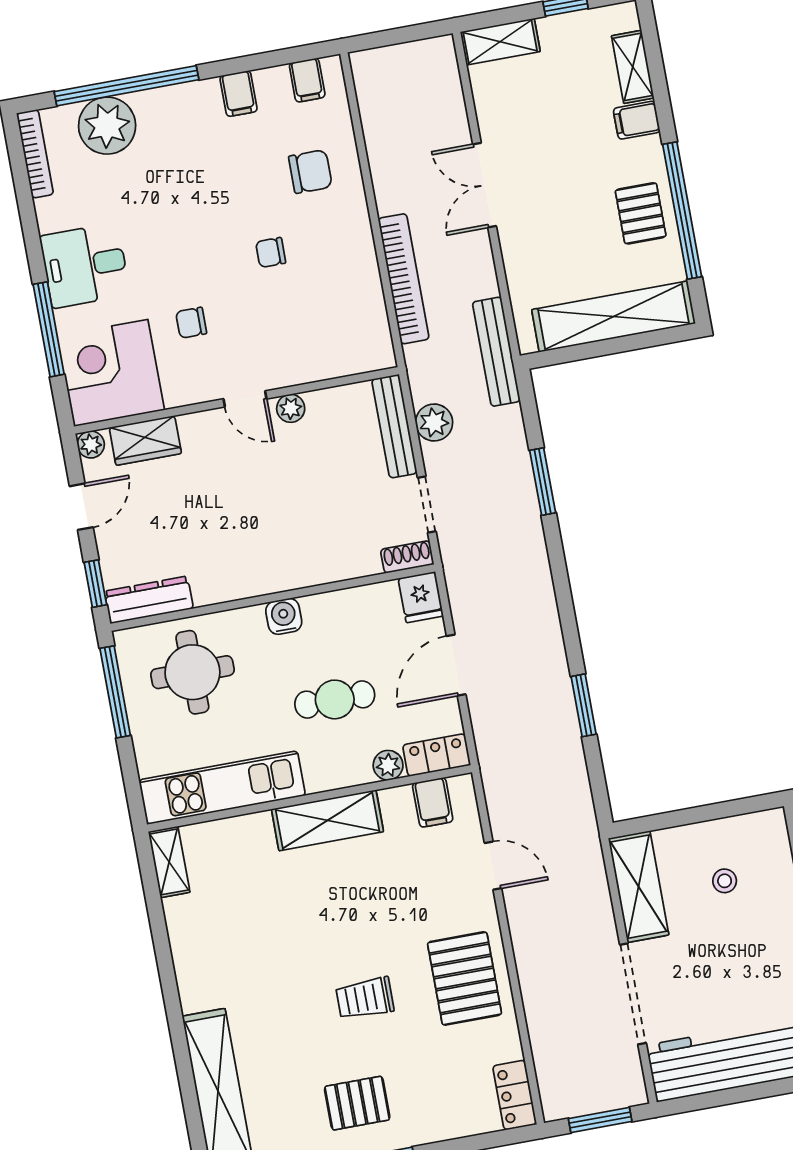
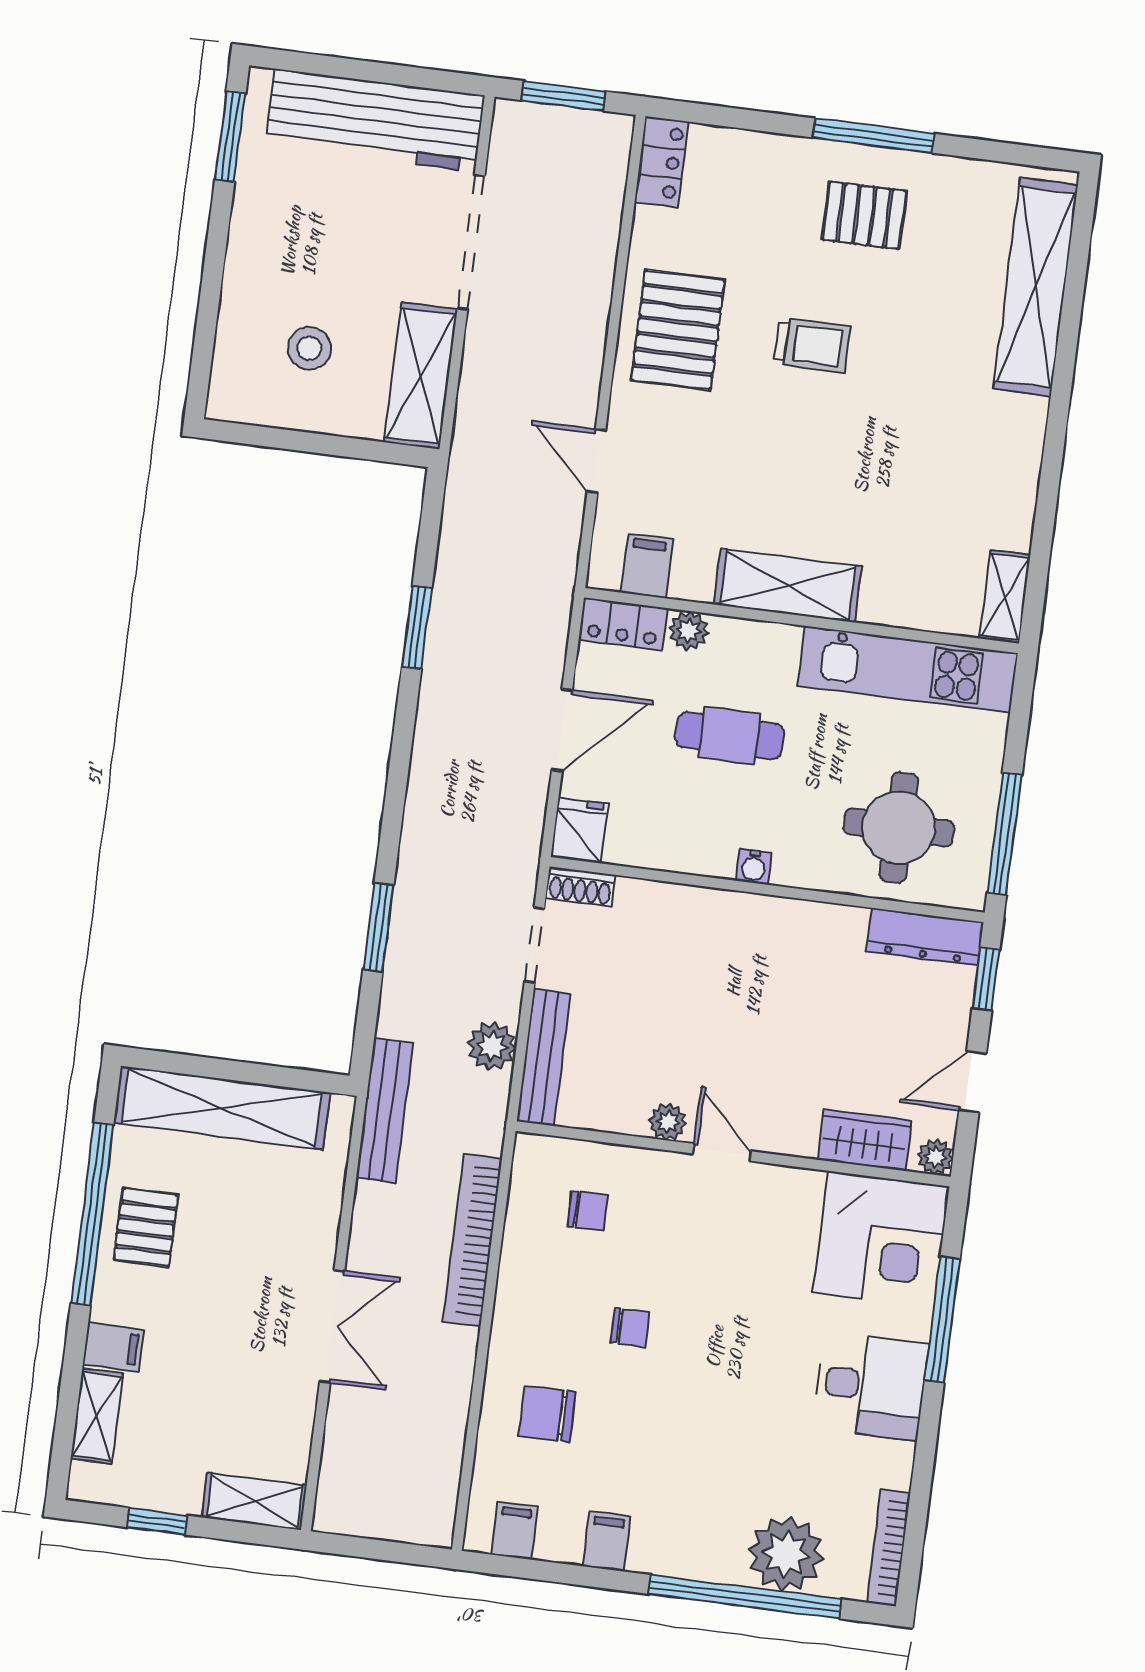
chair: (191, 323) -> (588, 1211), moved
water cooler: (284, 616) -> (754, 867), width x0.72, depth x0.72
stool: (725, 881) -> (309, 348), width x1.37, depth x1.37

